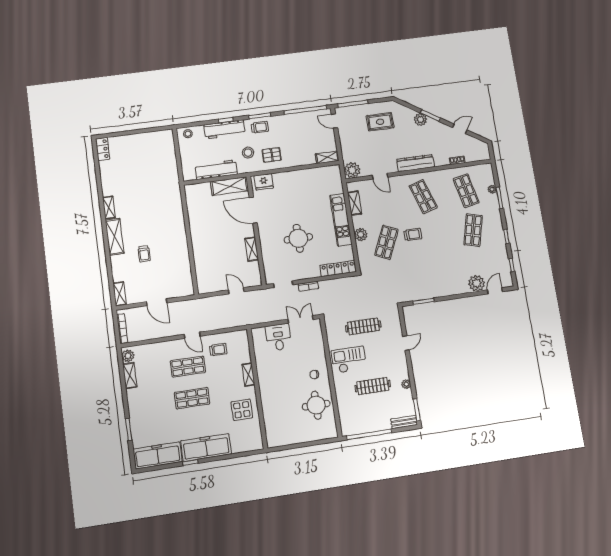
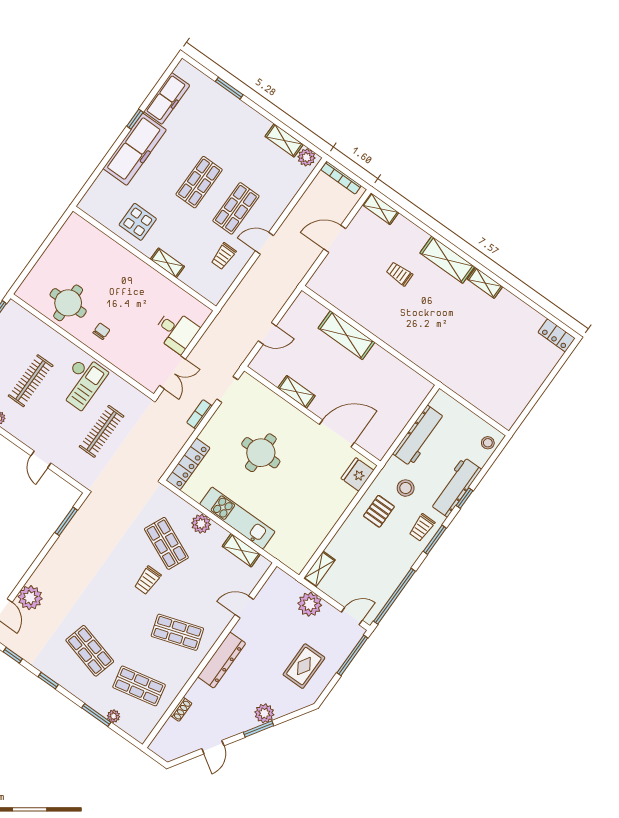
plant: (352, 170) -> (310, 604), moved
shelving: (229, 186) -> (346, 335), moved, turned 90
freezer: (158, 455) -> (167, 98), width x0.73, depth x0.79

